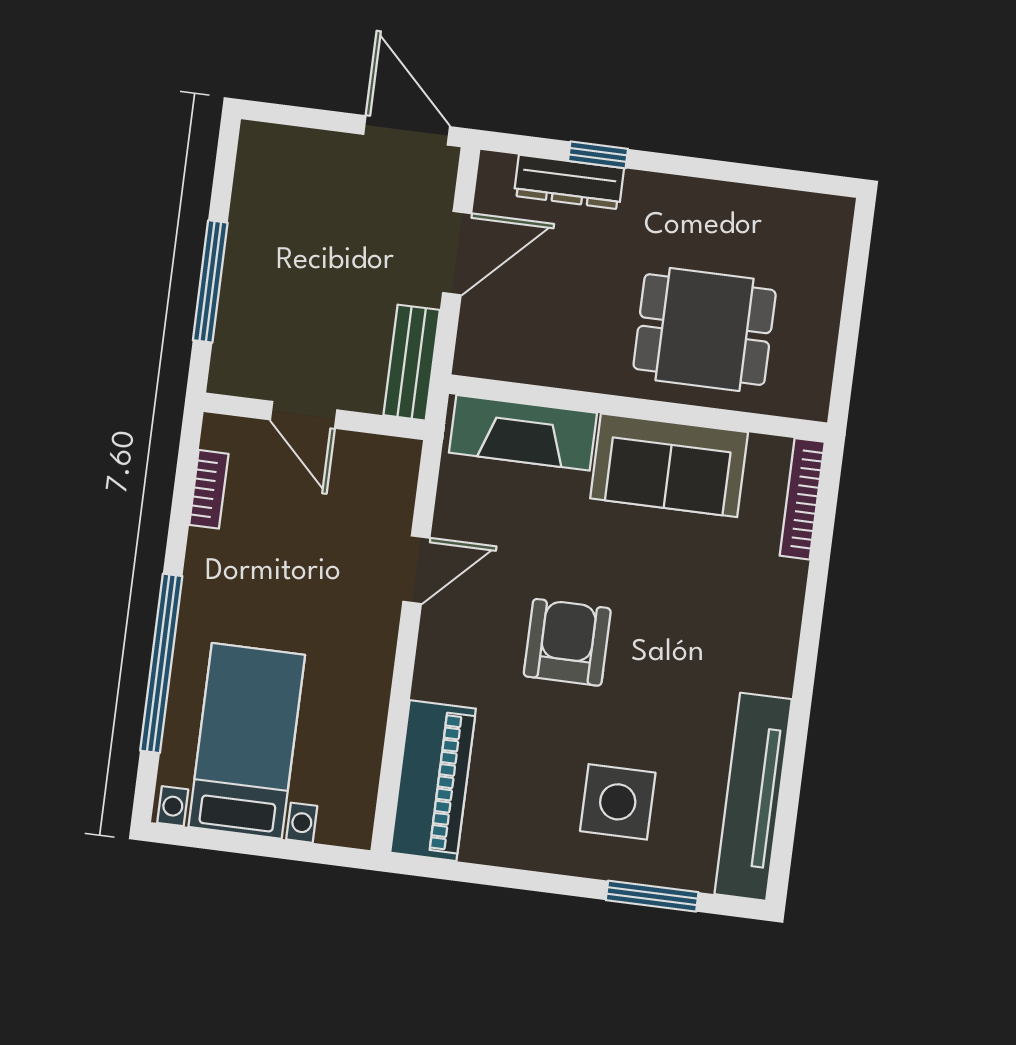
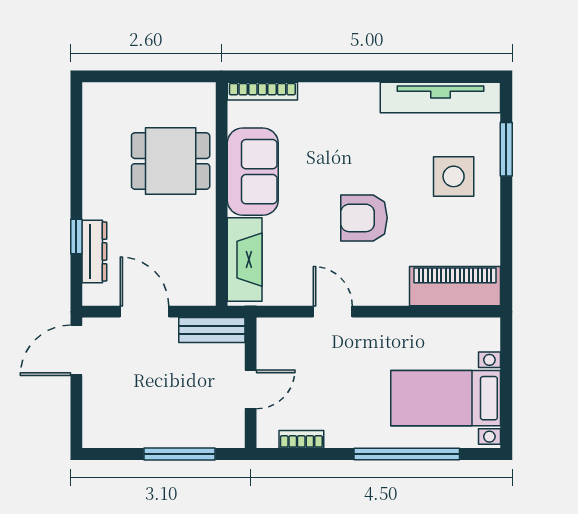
dining table: (705, 330) -> (171, 161), turned 90

